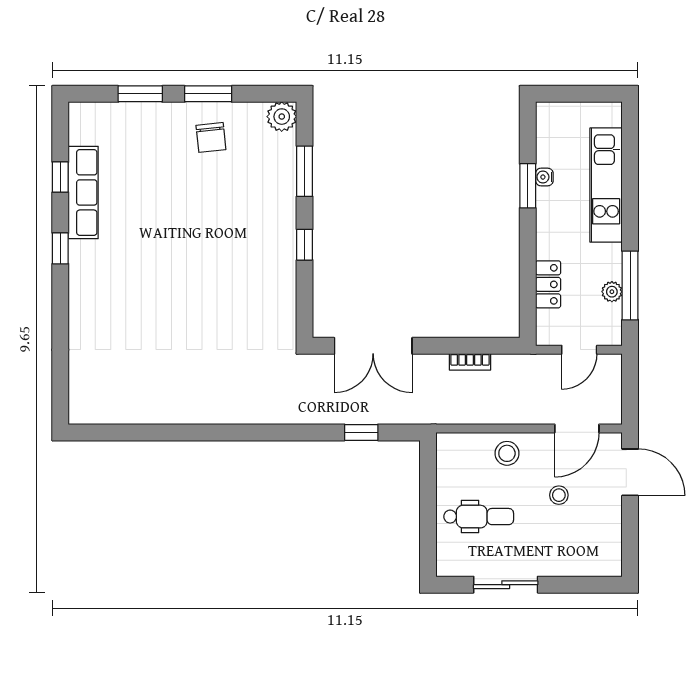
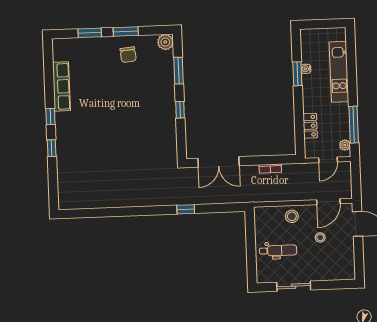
window: (60, 177) -> (52, 148), moved
plant: (612, 292) -> (345, 145), moved
window: (361, 432) -> (186, 209), moved

